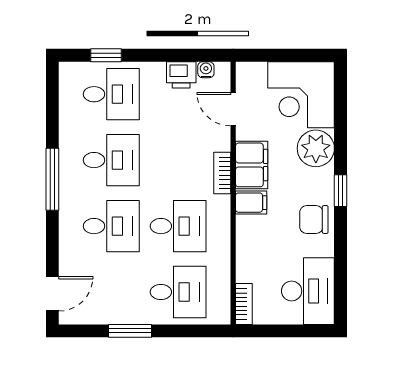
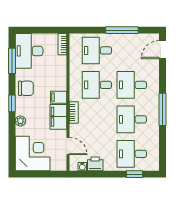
plant: (316, 148) -> (20, 121), width x0.53, depth x0.53
window: (341, 272) -> (12, 61), added
window: (130, 331) -> (122, 30), width x1.44

